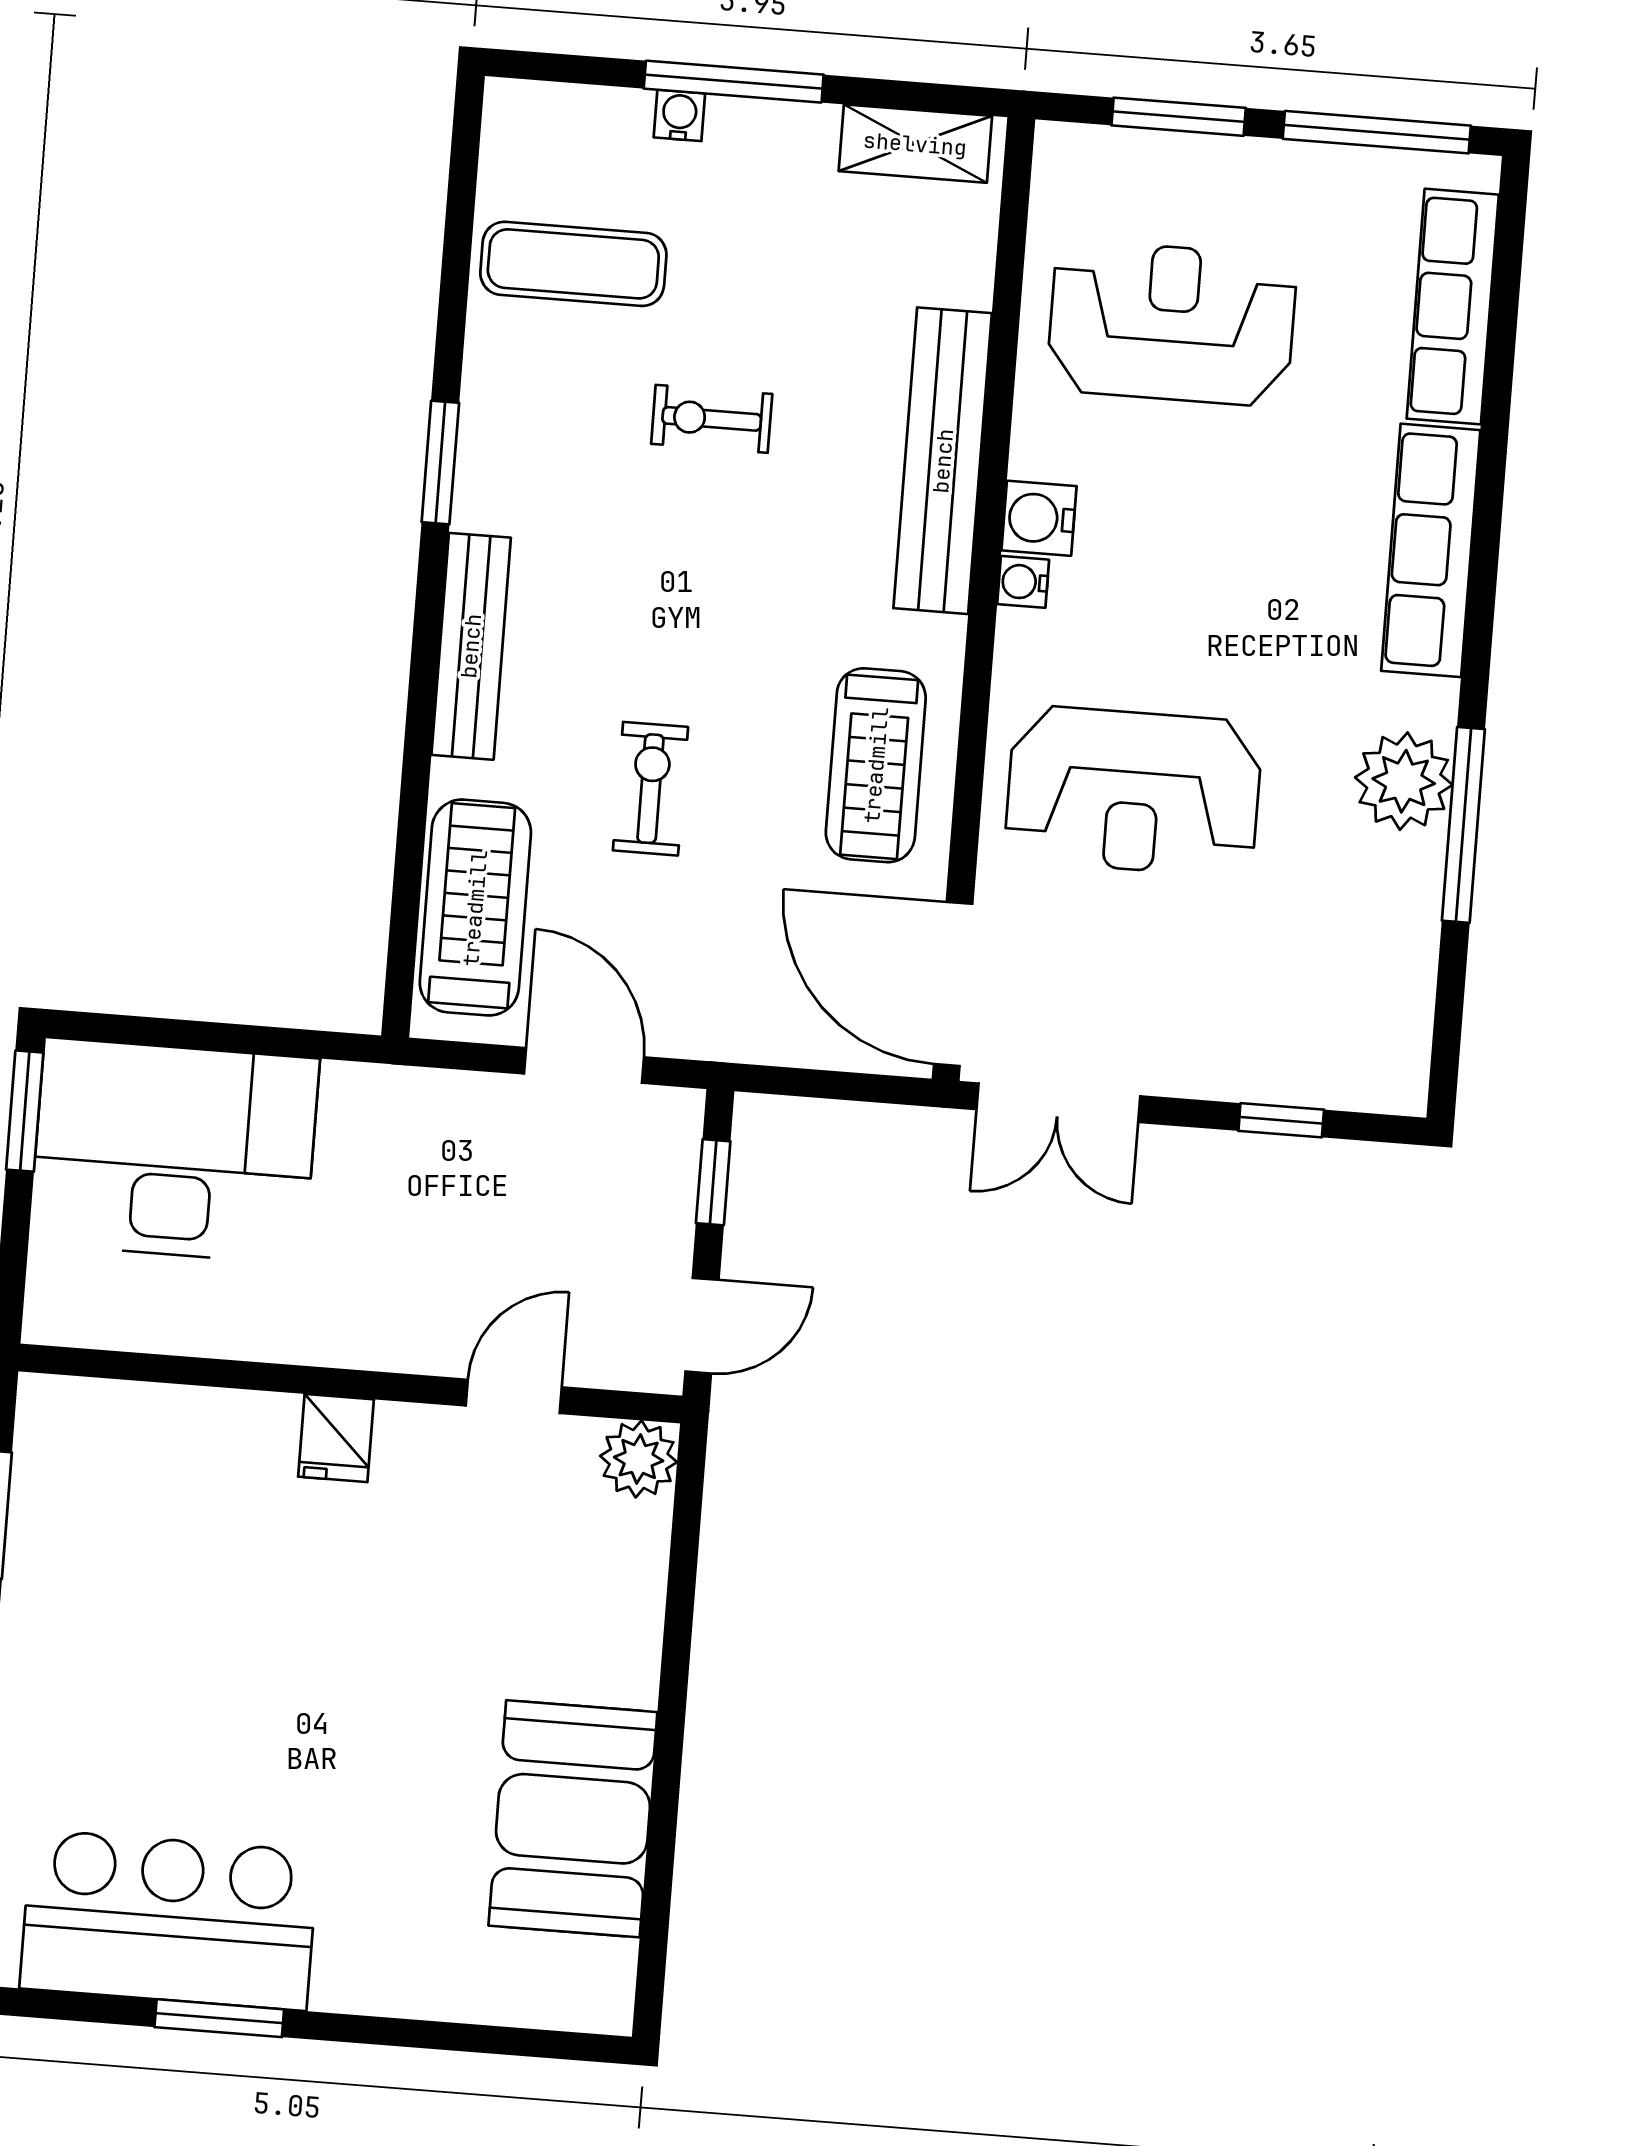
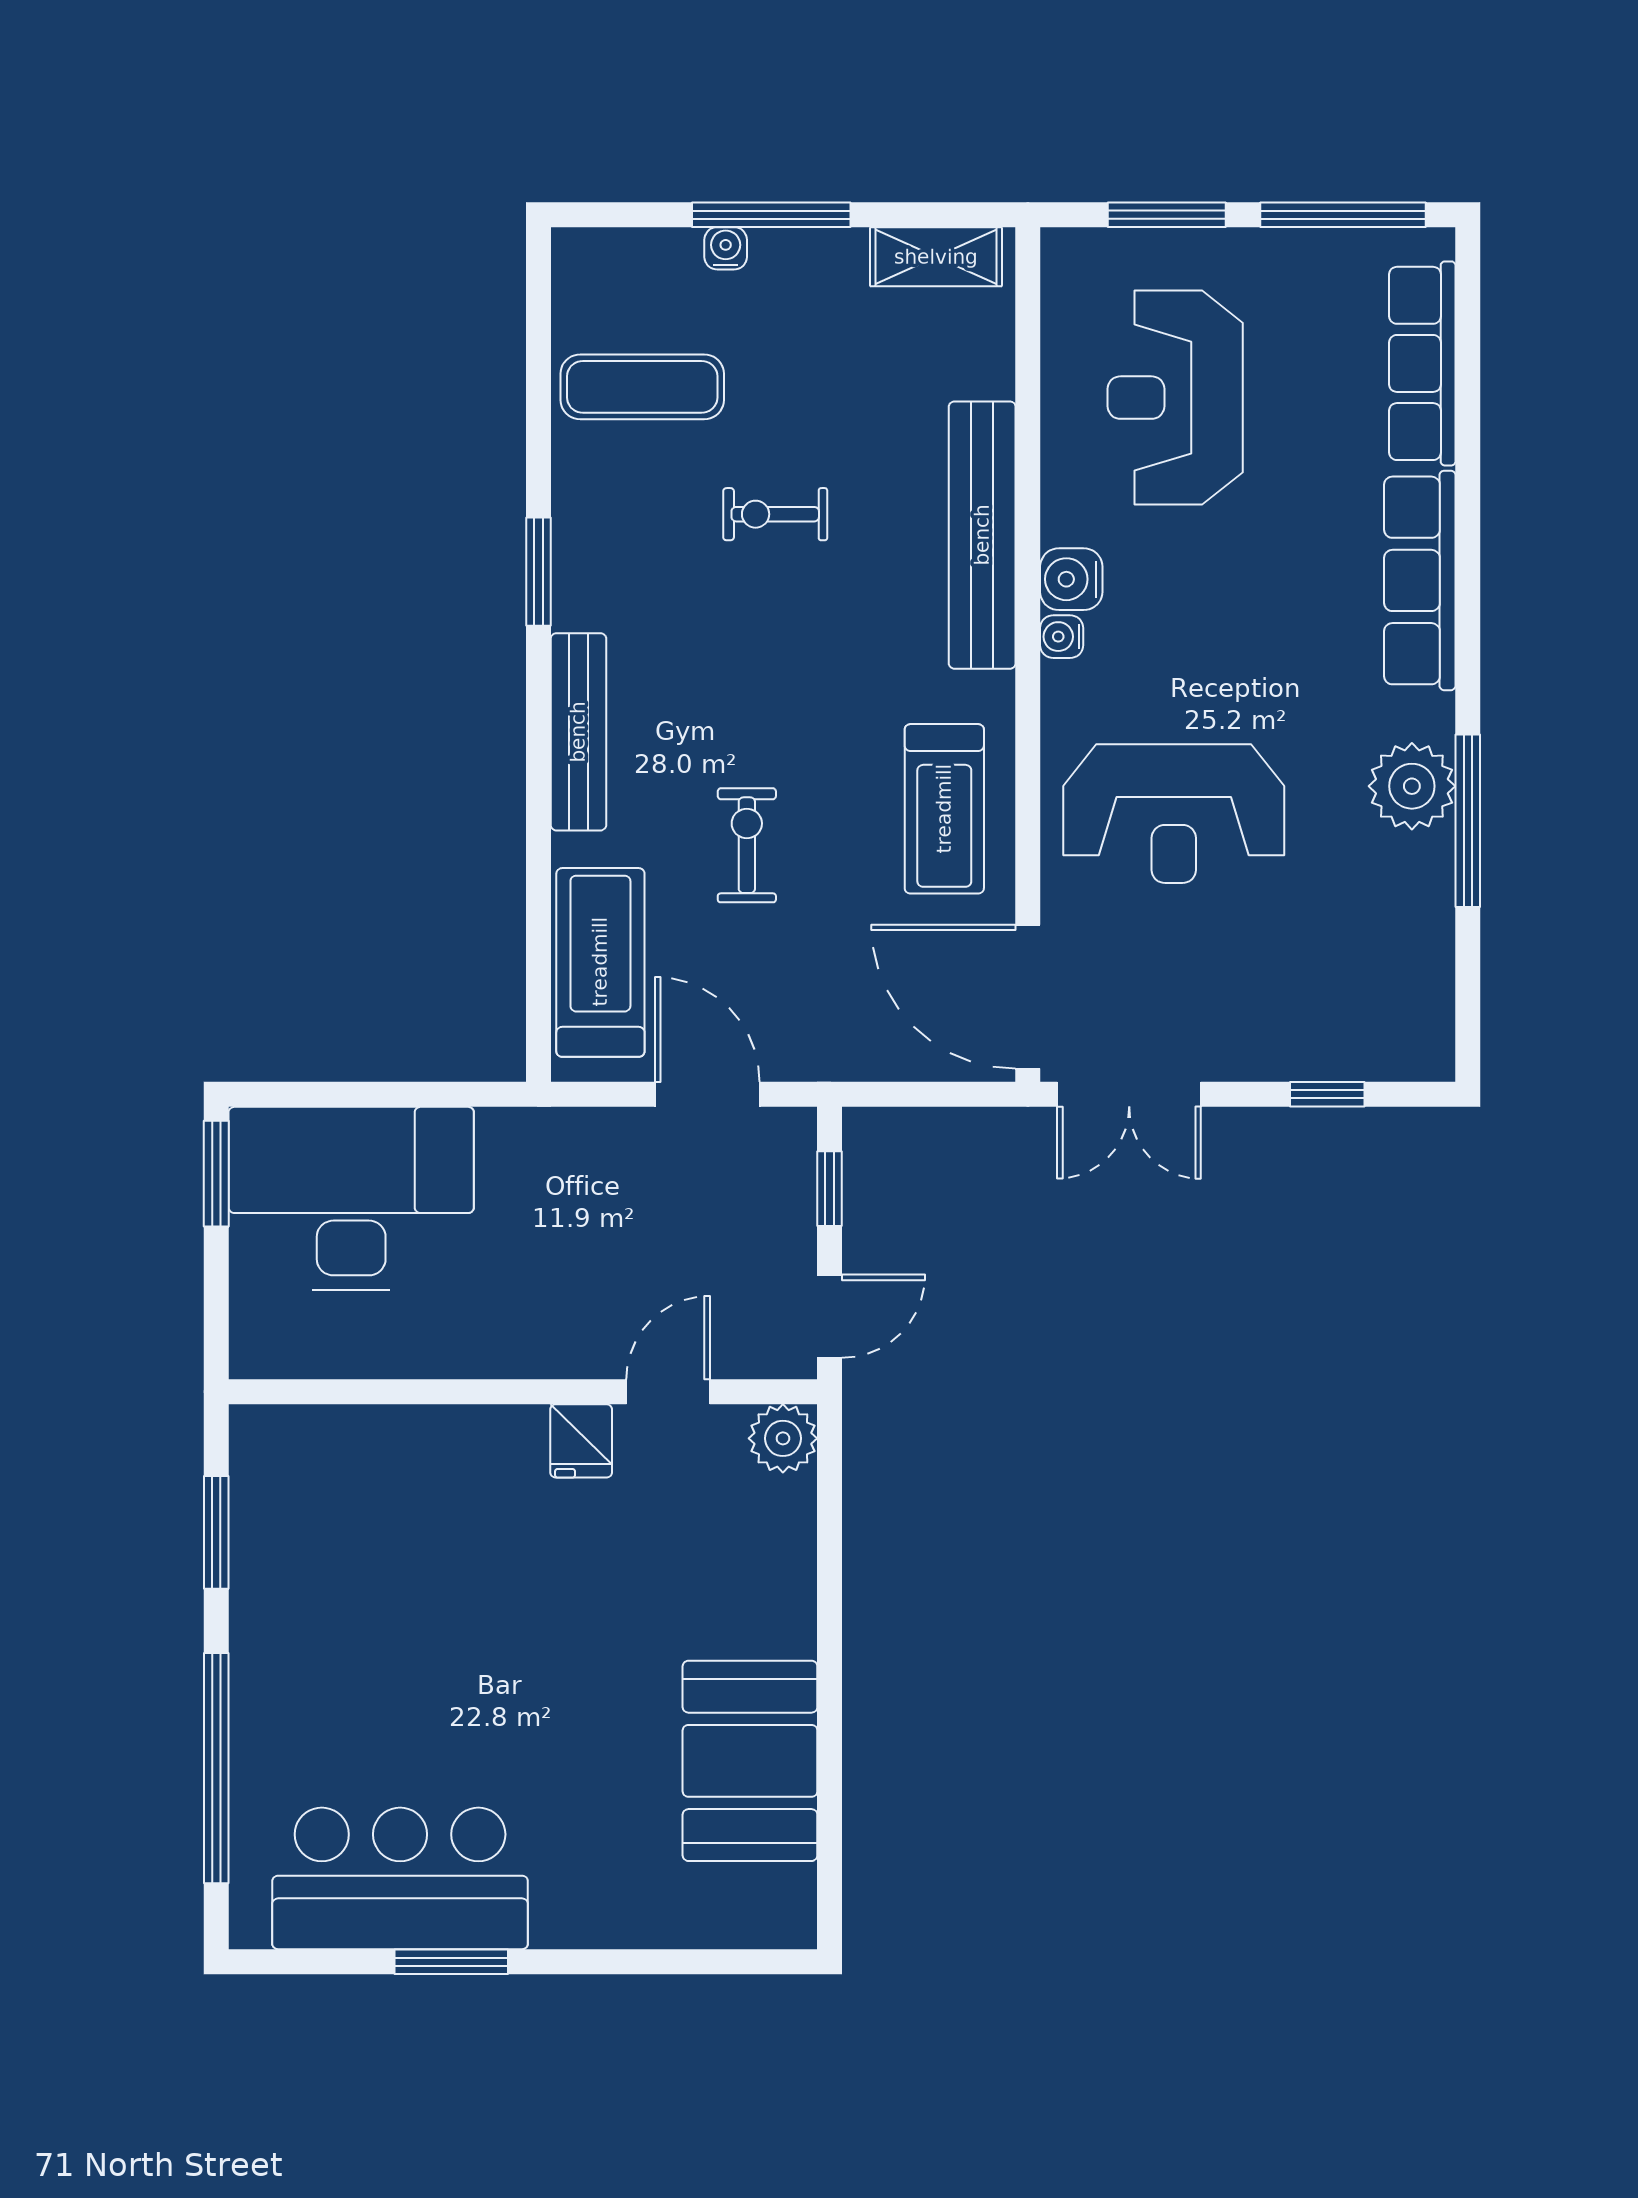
reception desk: (1172, 323) -> (1175, 398), turned -90
fridge: (336, 1438) -> (581, 1441), moved

